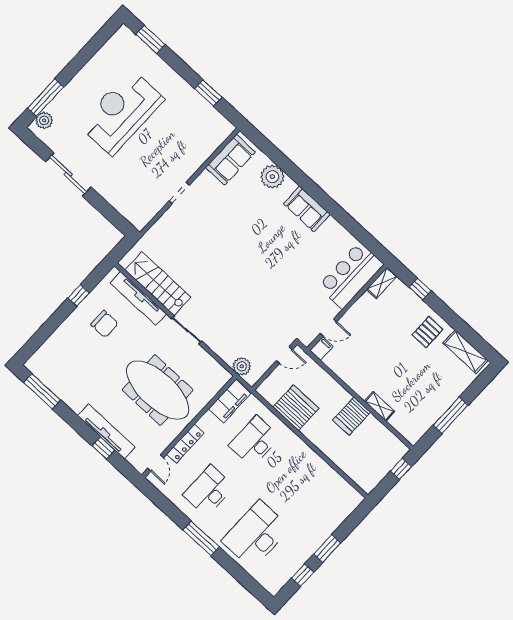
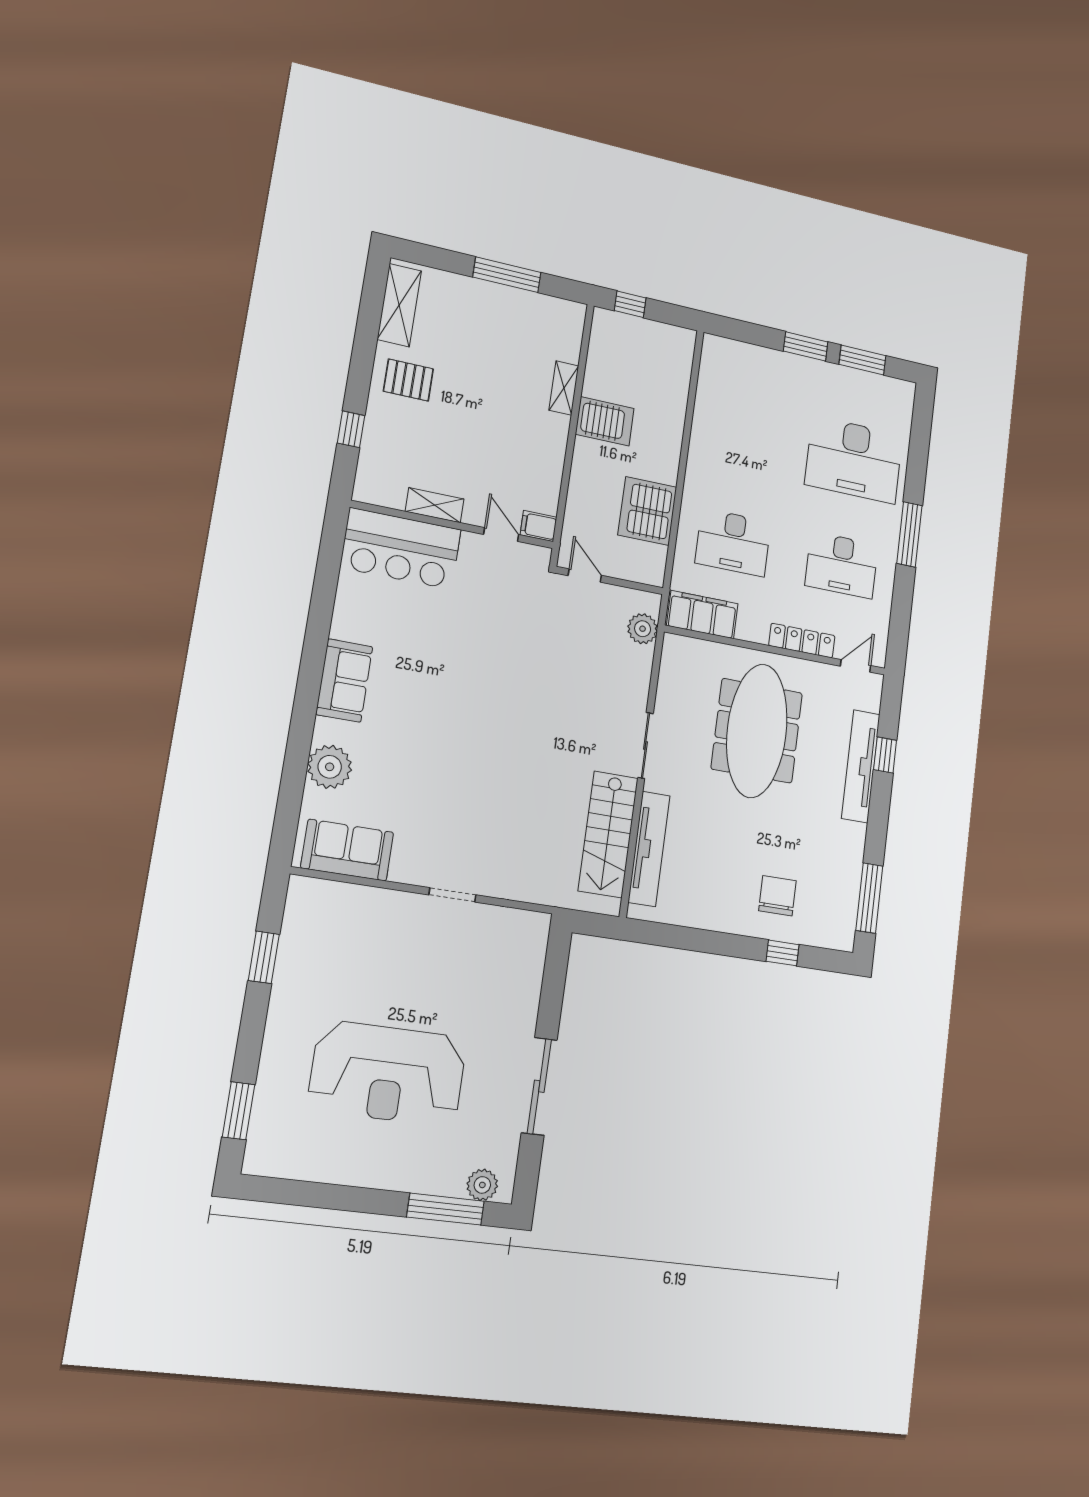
shelving: (382, 283) -> (435, 505), moved
window: (79, 295) -> (783, 953), moved
chair: (105, 324) -> (777, 896), moved
window: (303, 575) -> (862, 360), width x1.50

